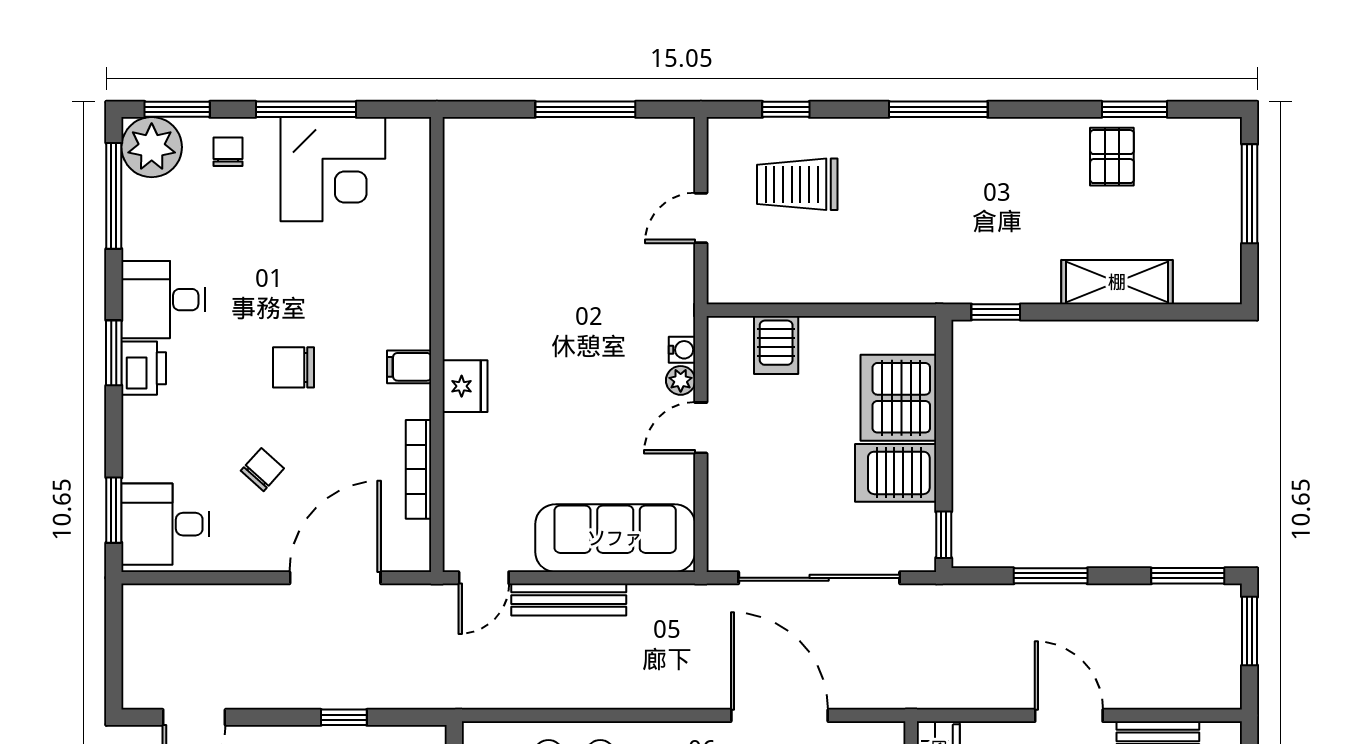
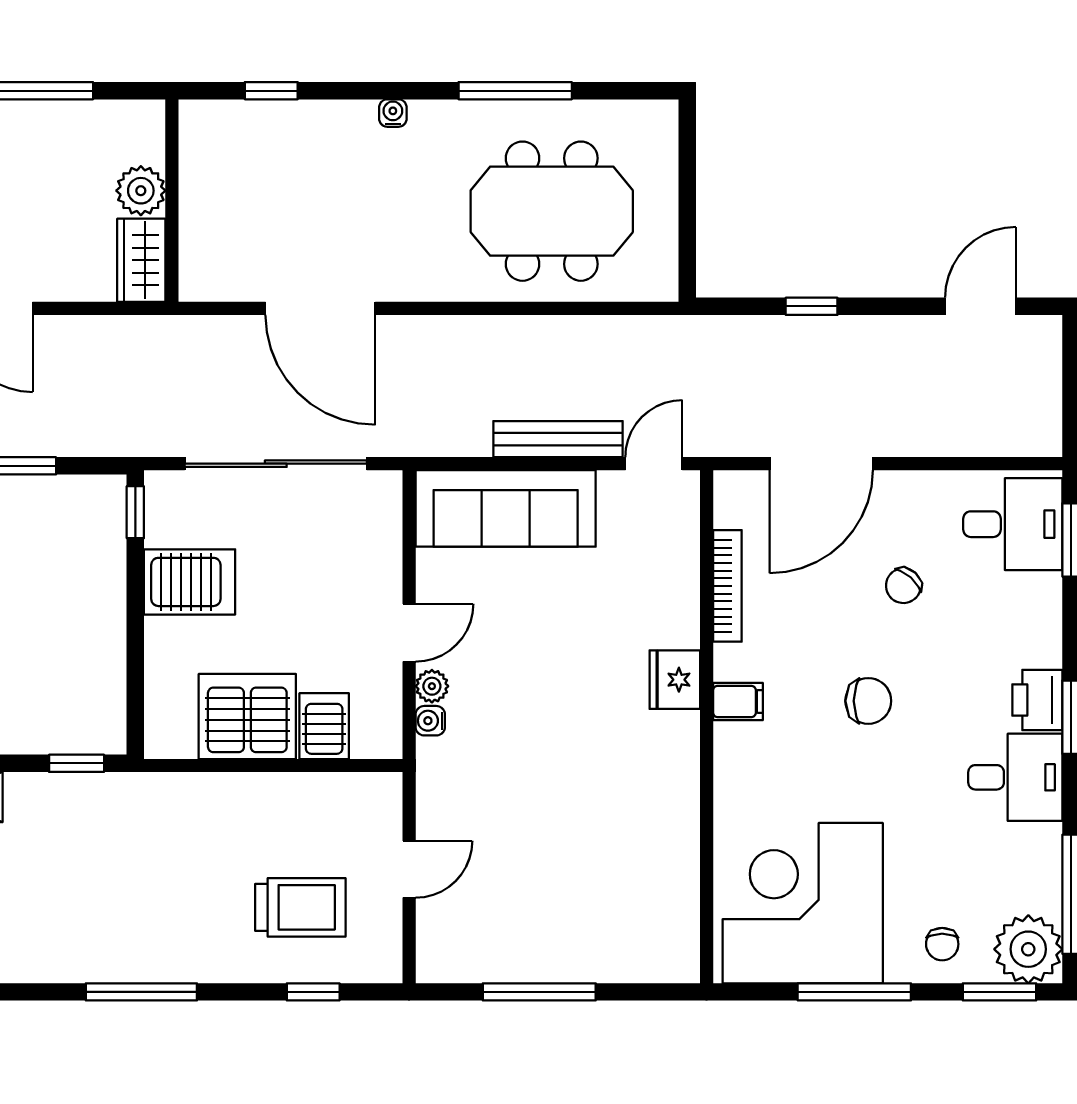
corner desk: (333, 169) -> (803, 903), width x1.36, depth x1.36
server rack: (898, 398) -> (247, 717), moved, turned -90

